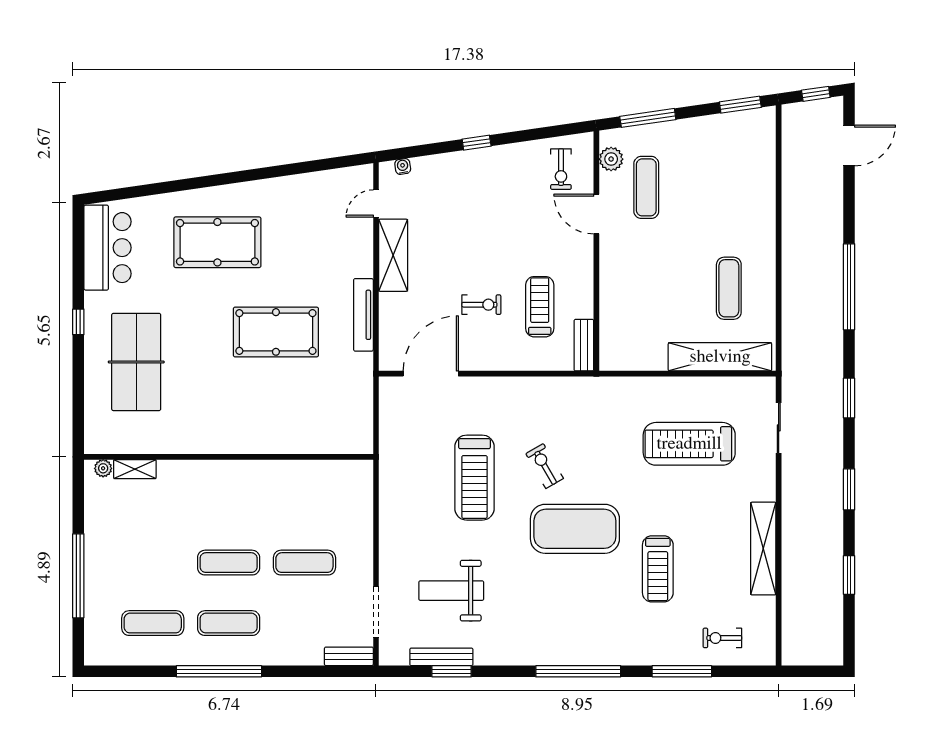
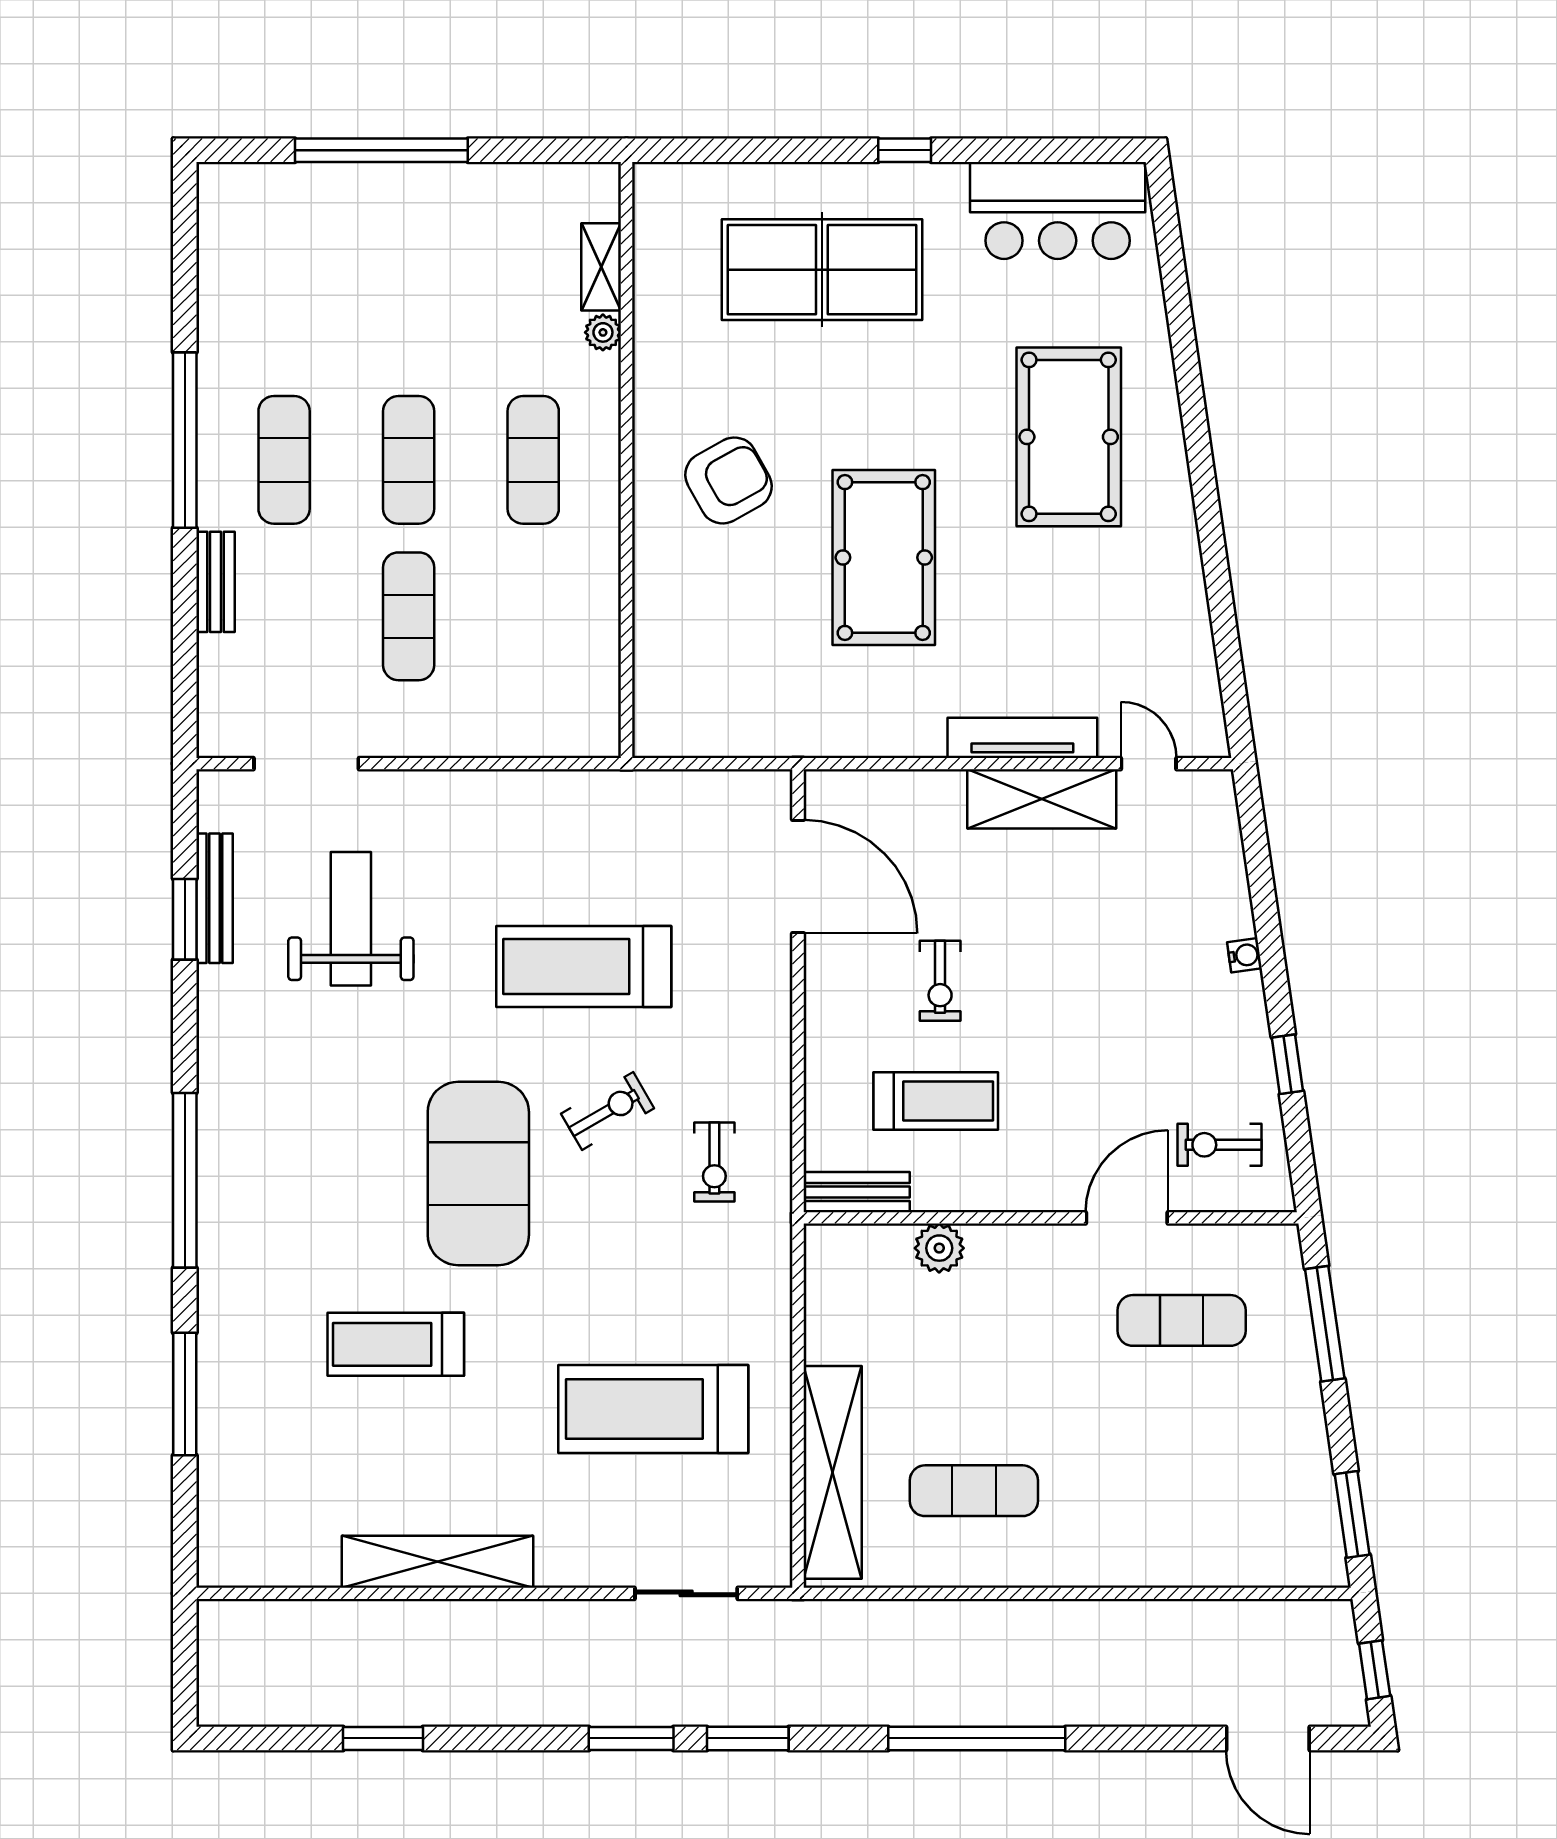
window: (477, 143) -> (1287, 1064), moved
plant: (611, 159) -> (939, 1248), moved
water cooler: (403, 166) -> (1244, 955), moved
tv unit: (363, 315) -> (1022, 738), moved
armchair: (239, 407) -> (728, 480), added
treadmill: (689, 444) -> (653, 1409), turned -90
plant: (103, 468) -> (603, 332), moved
window: (849, 489) -> (631, 1738), moved
exercise mat: (153, 623) -> (533, 460), moved
exercise bike: (722, 638) -> (714, 1162), moved, turned 180
bench: (349, 656) -> (216, 582), moved

